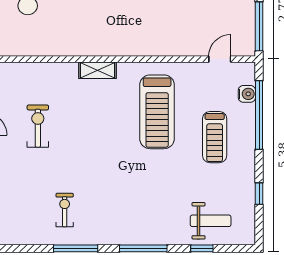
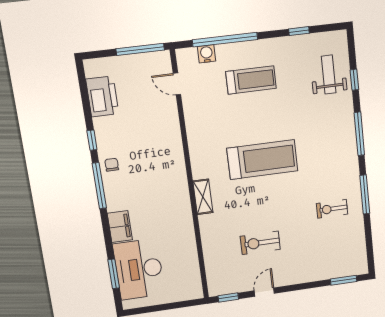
treadmill: (157, 112) -> (262, 160), moved

